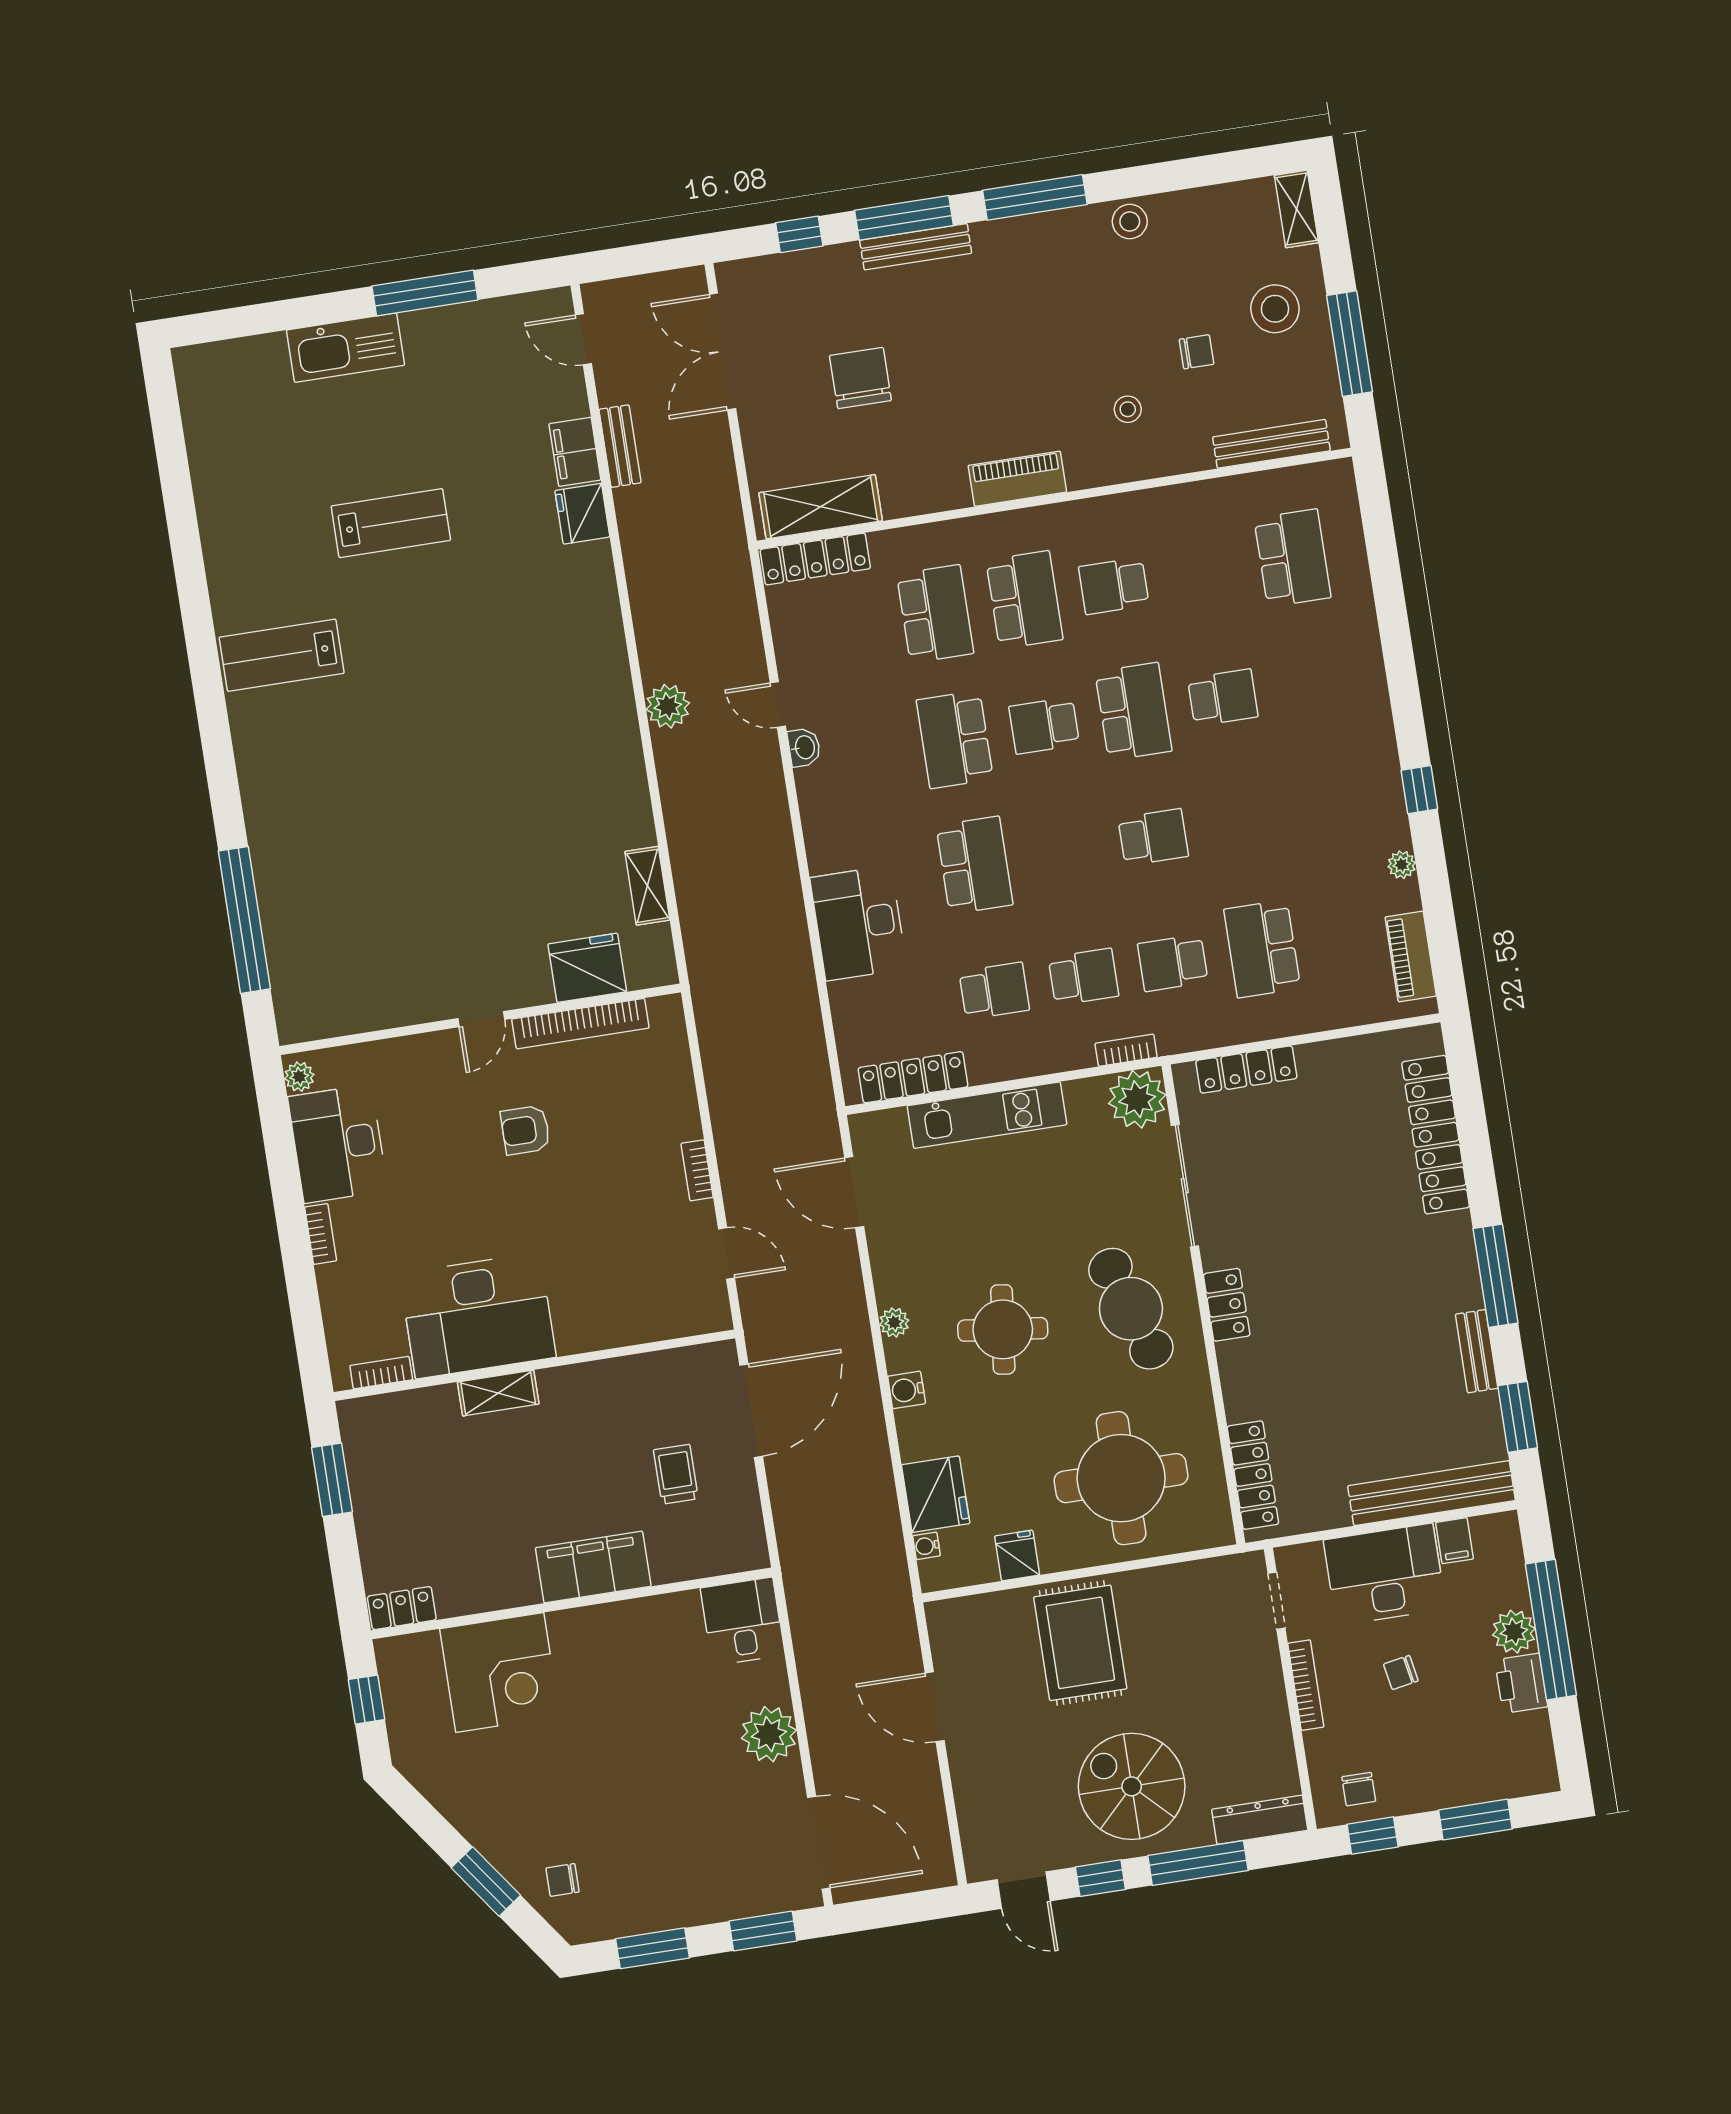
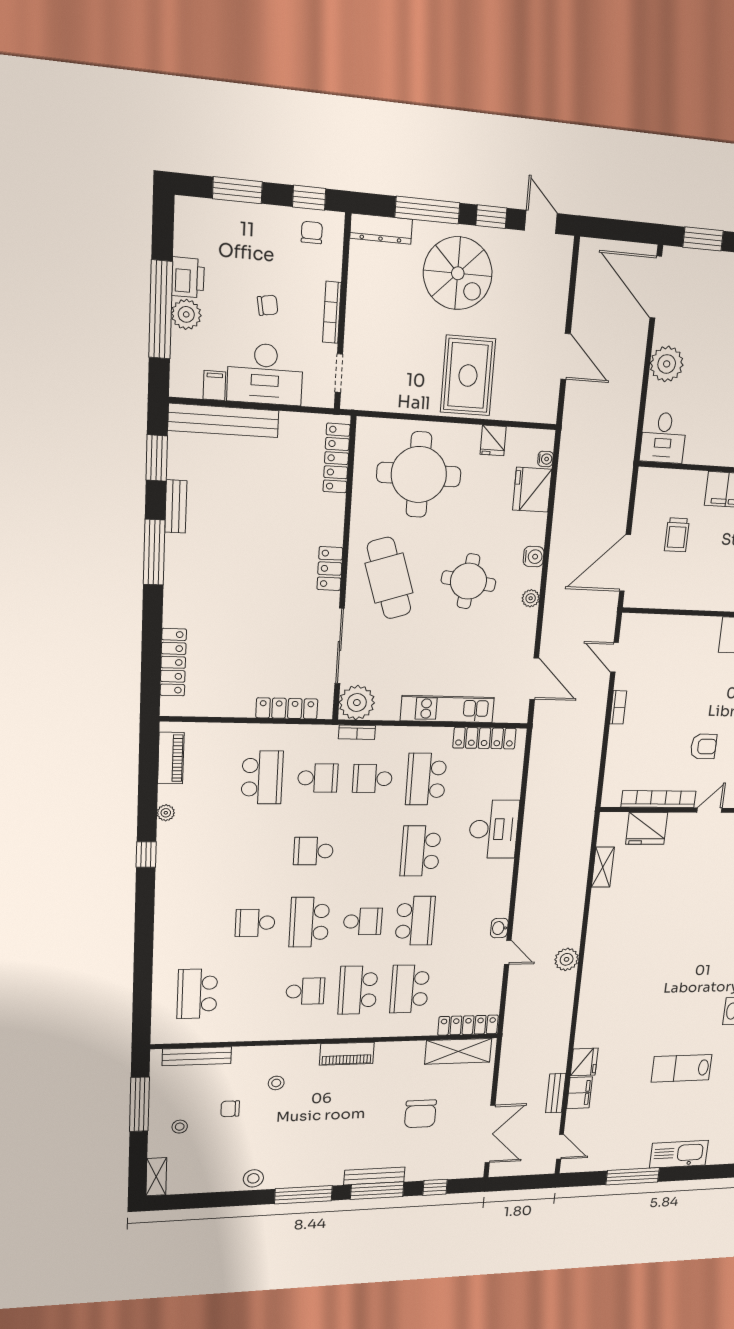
stool: (1275, 309) -> (180, 1127), width x0.53, depth x0.53
school desk: (994, 991) -> (426, 779), width x1.85
locker: (1436, 1135) -> (173, 662), width x0.71, depth x0.83

